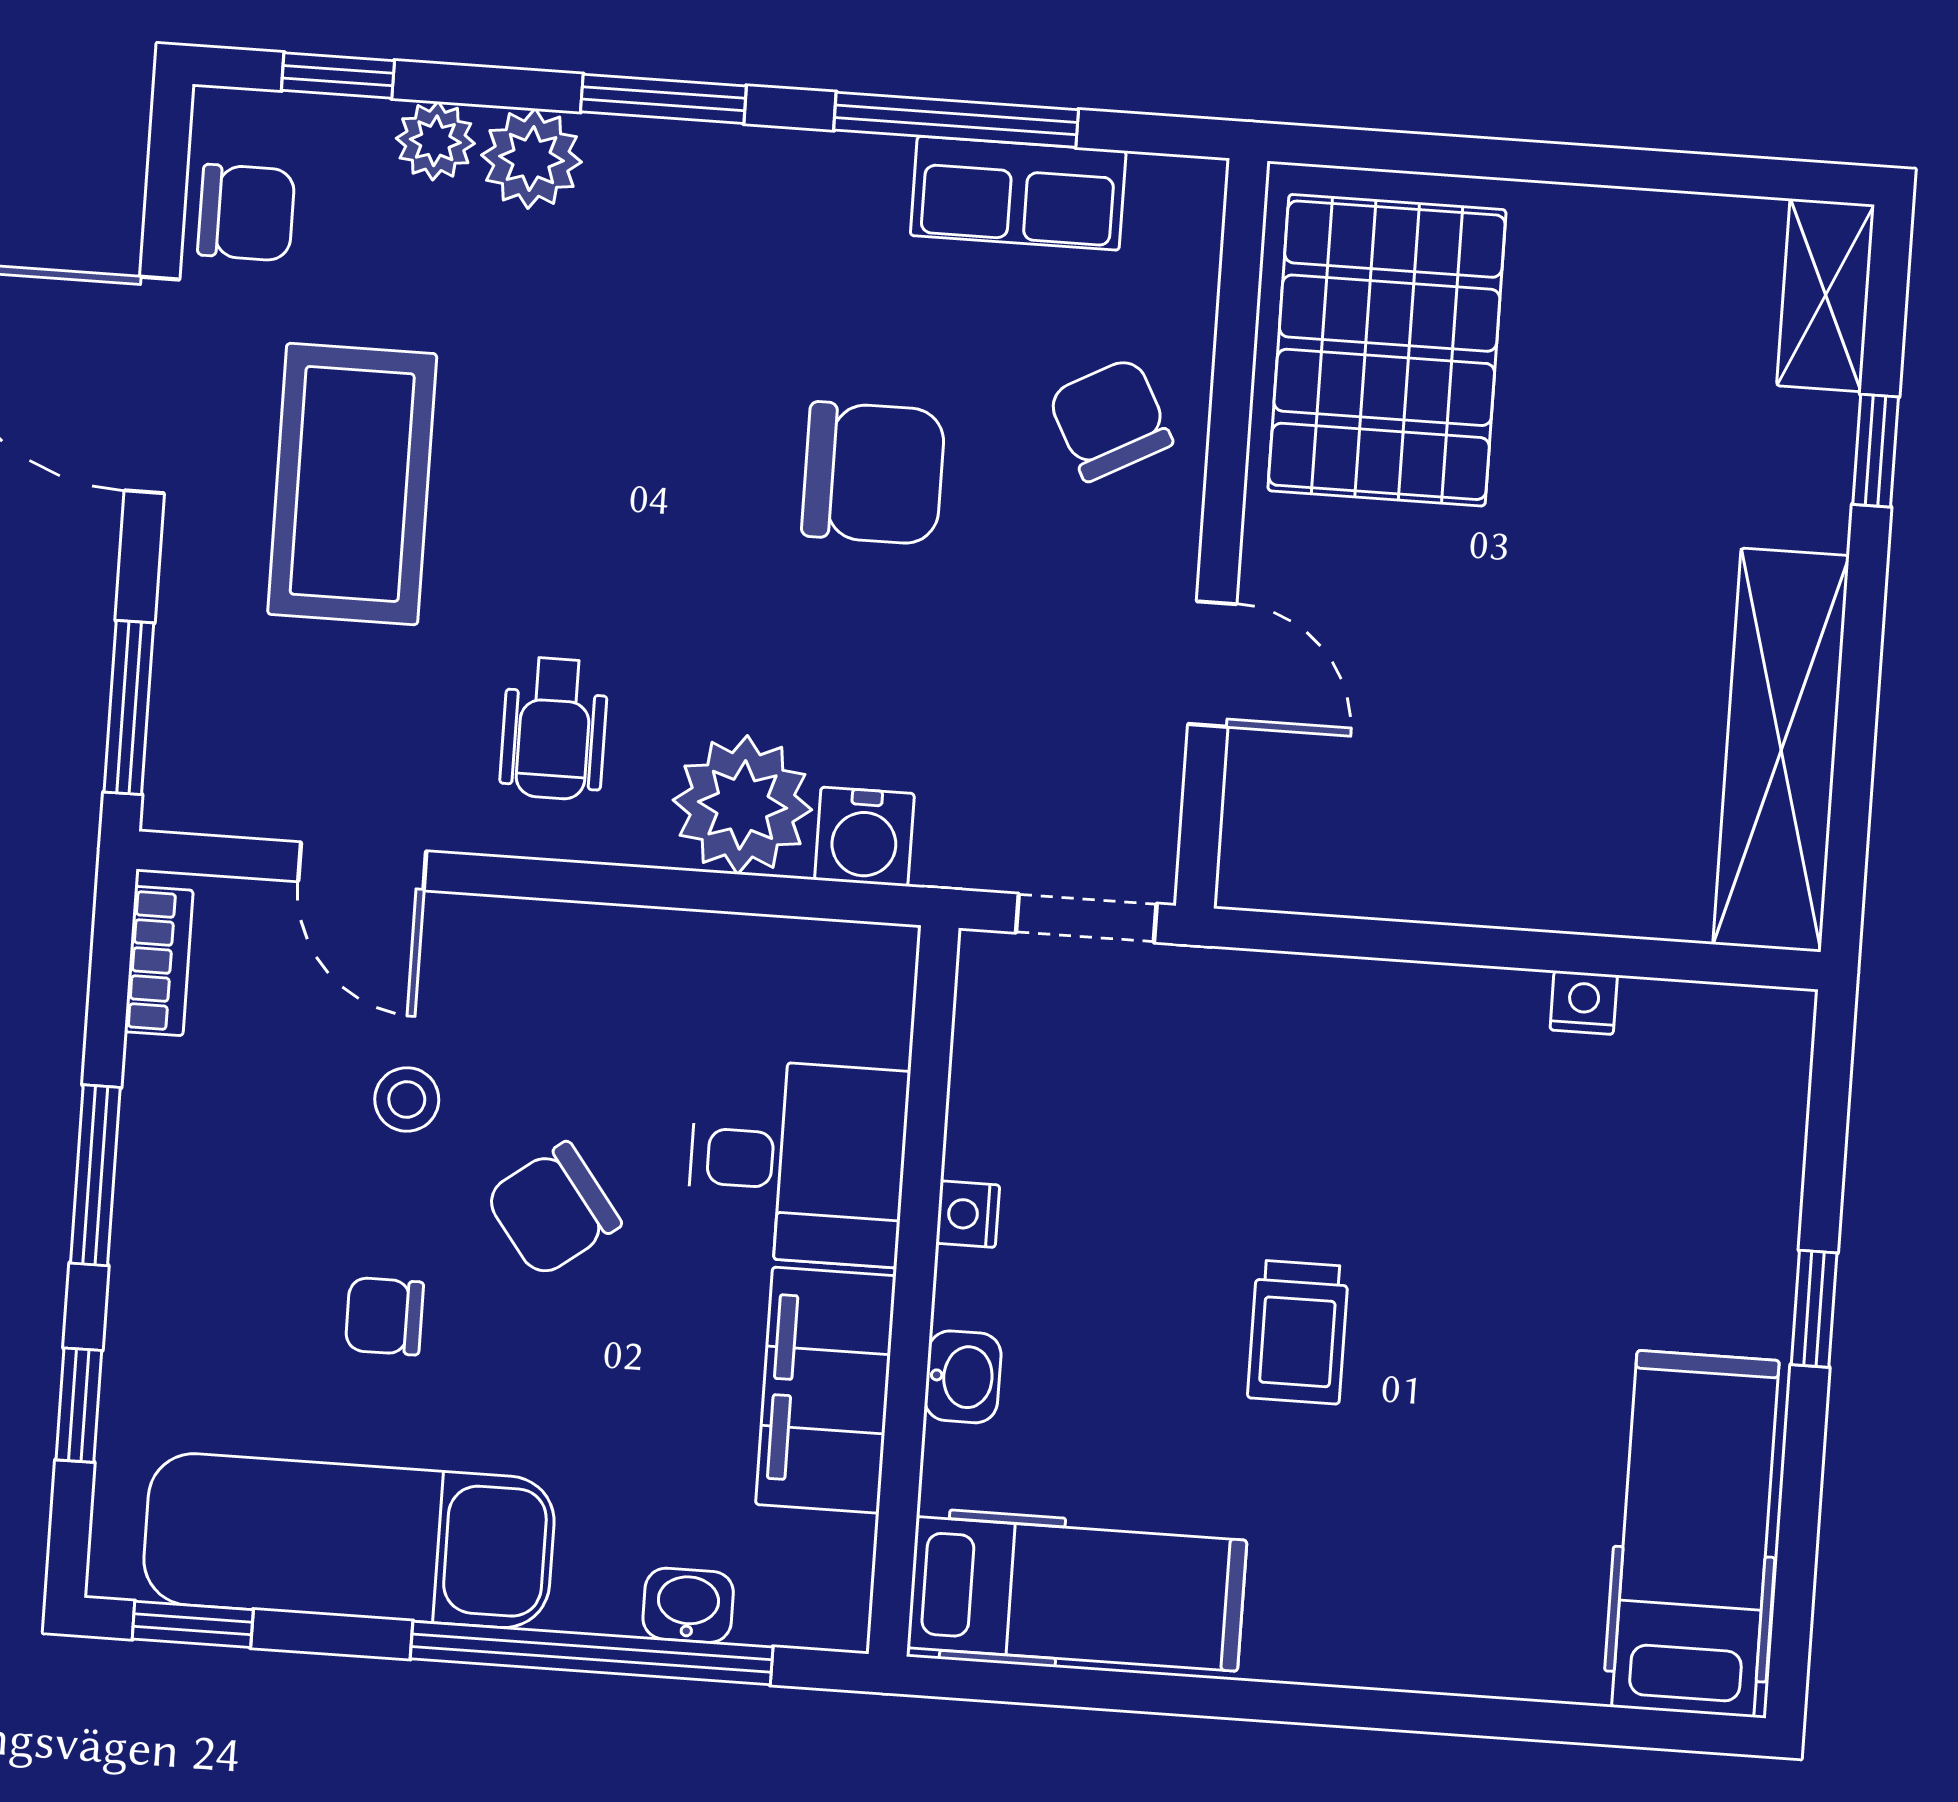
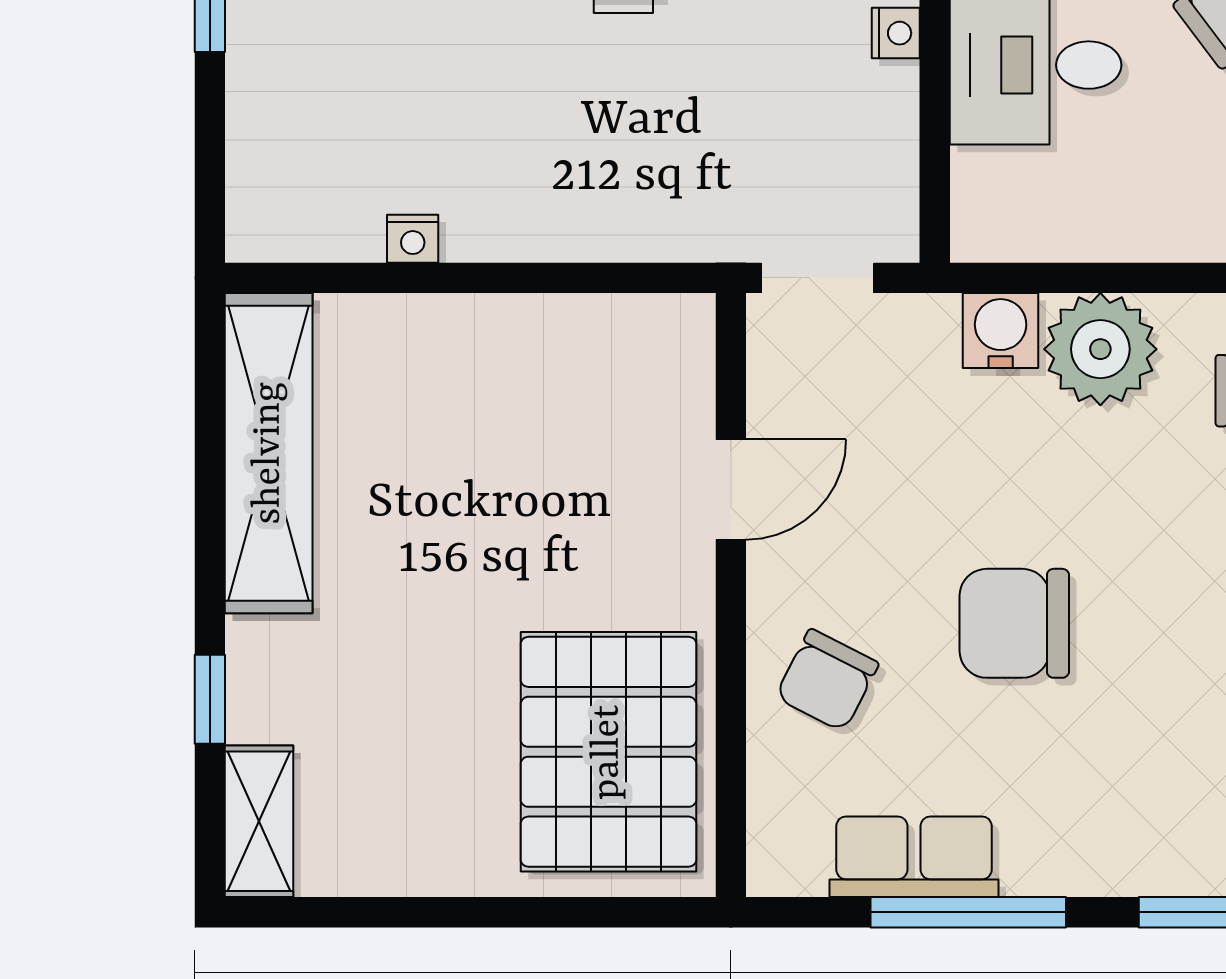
chair: (1110, 419) -> (827, 680), turned 55
door: (1212, 664) -> (731, 489), swing flipped

